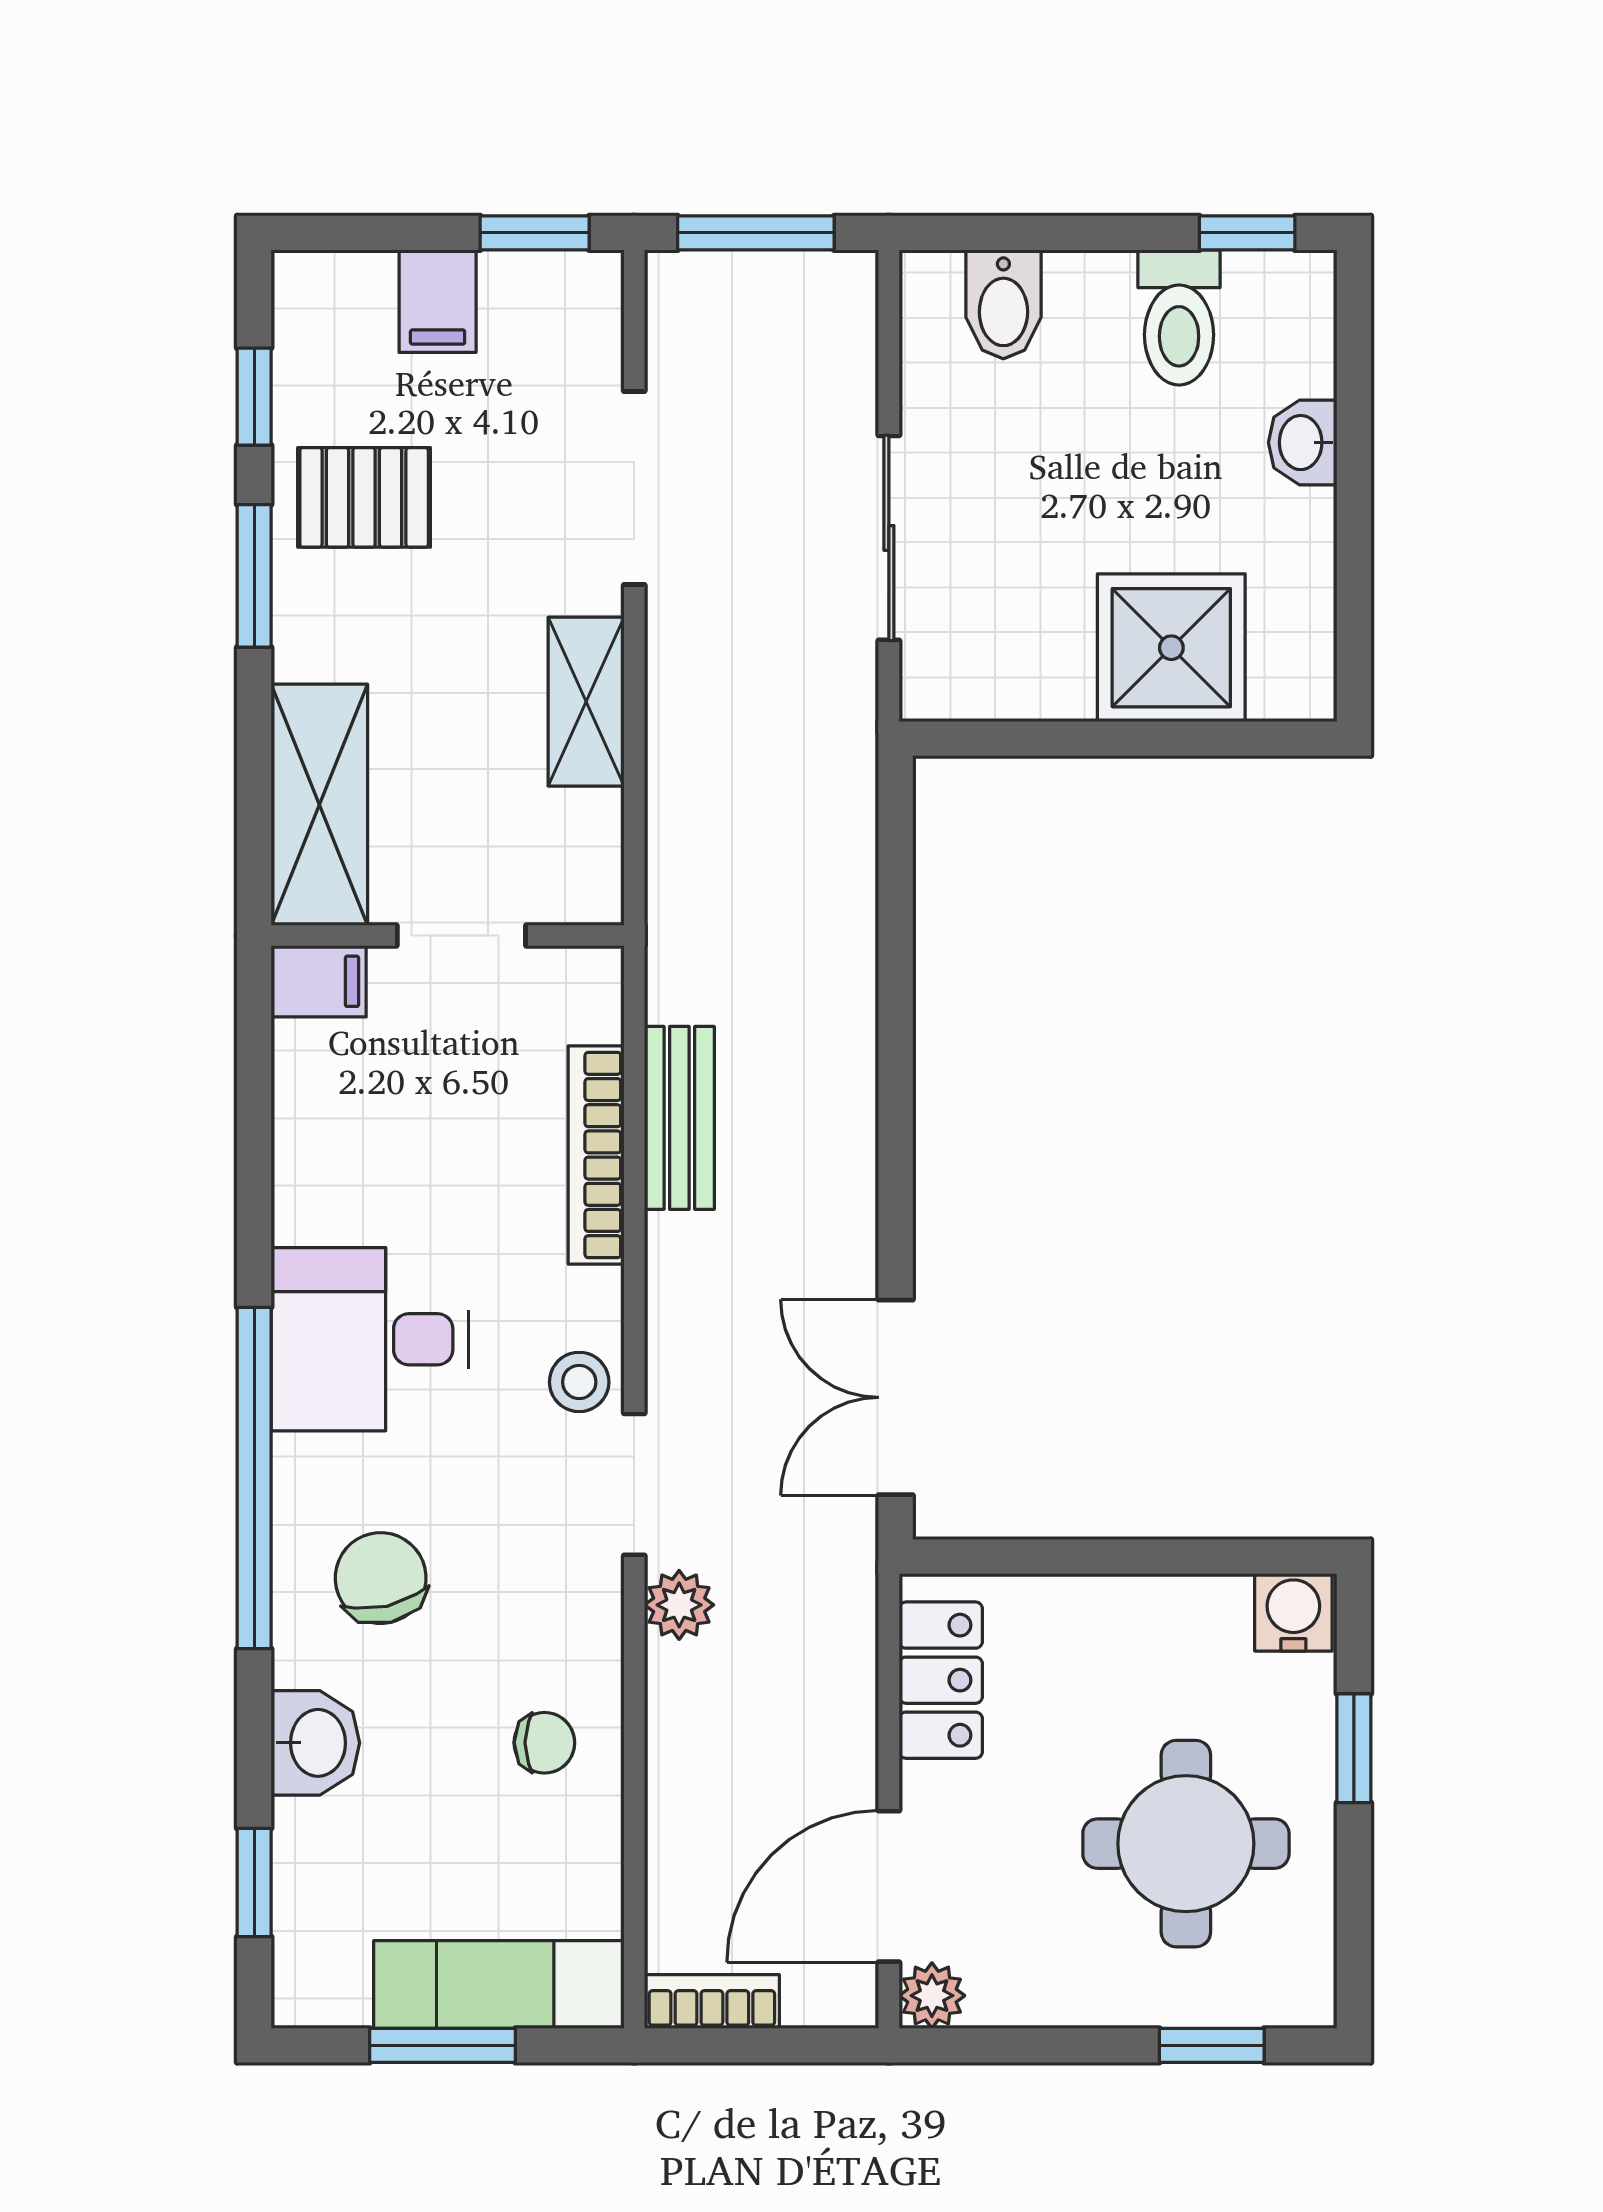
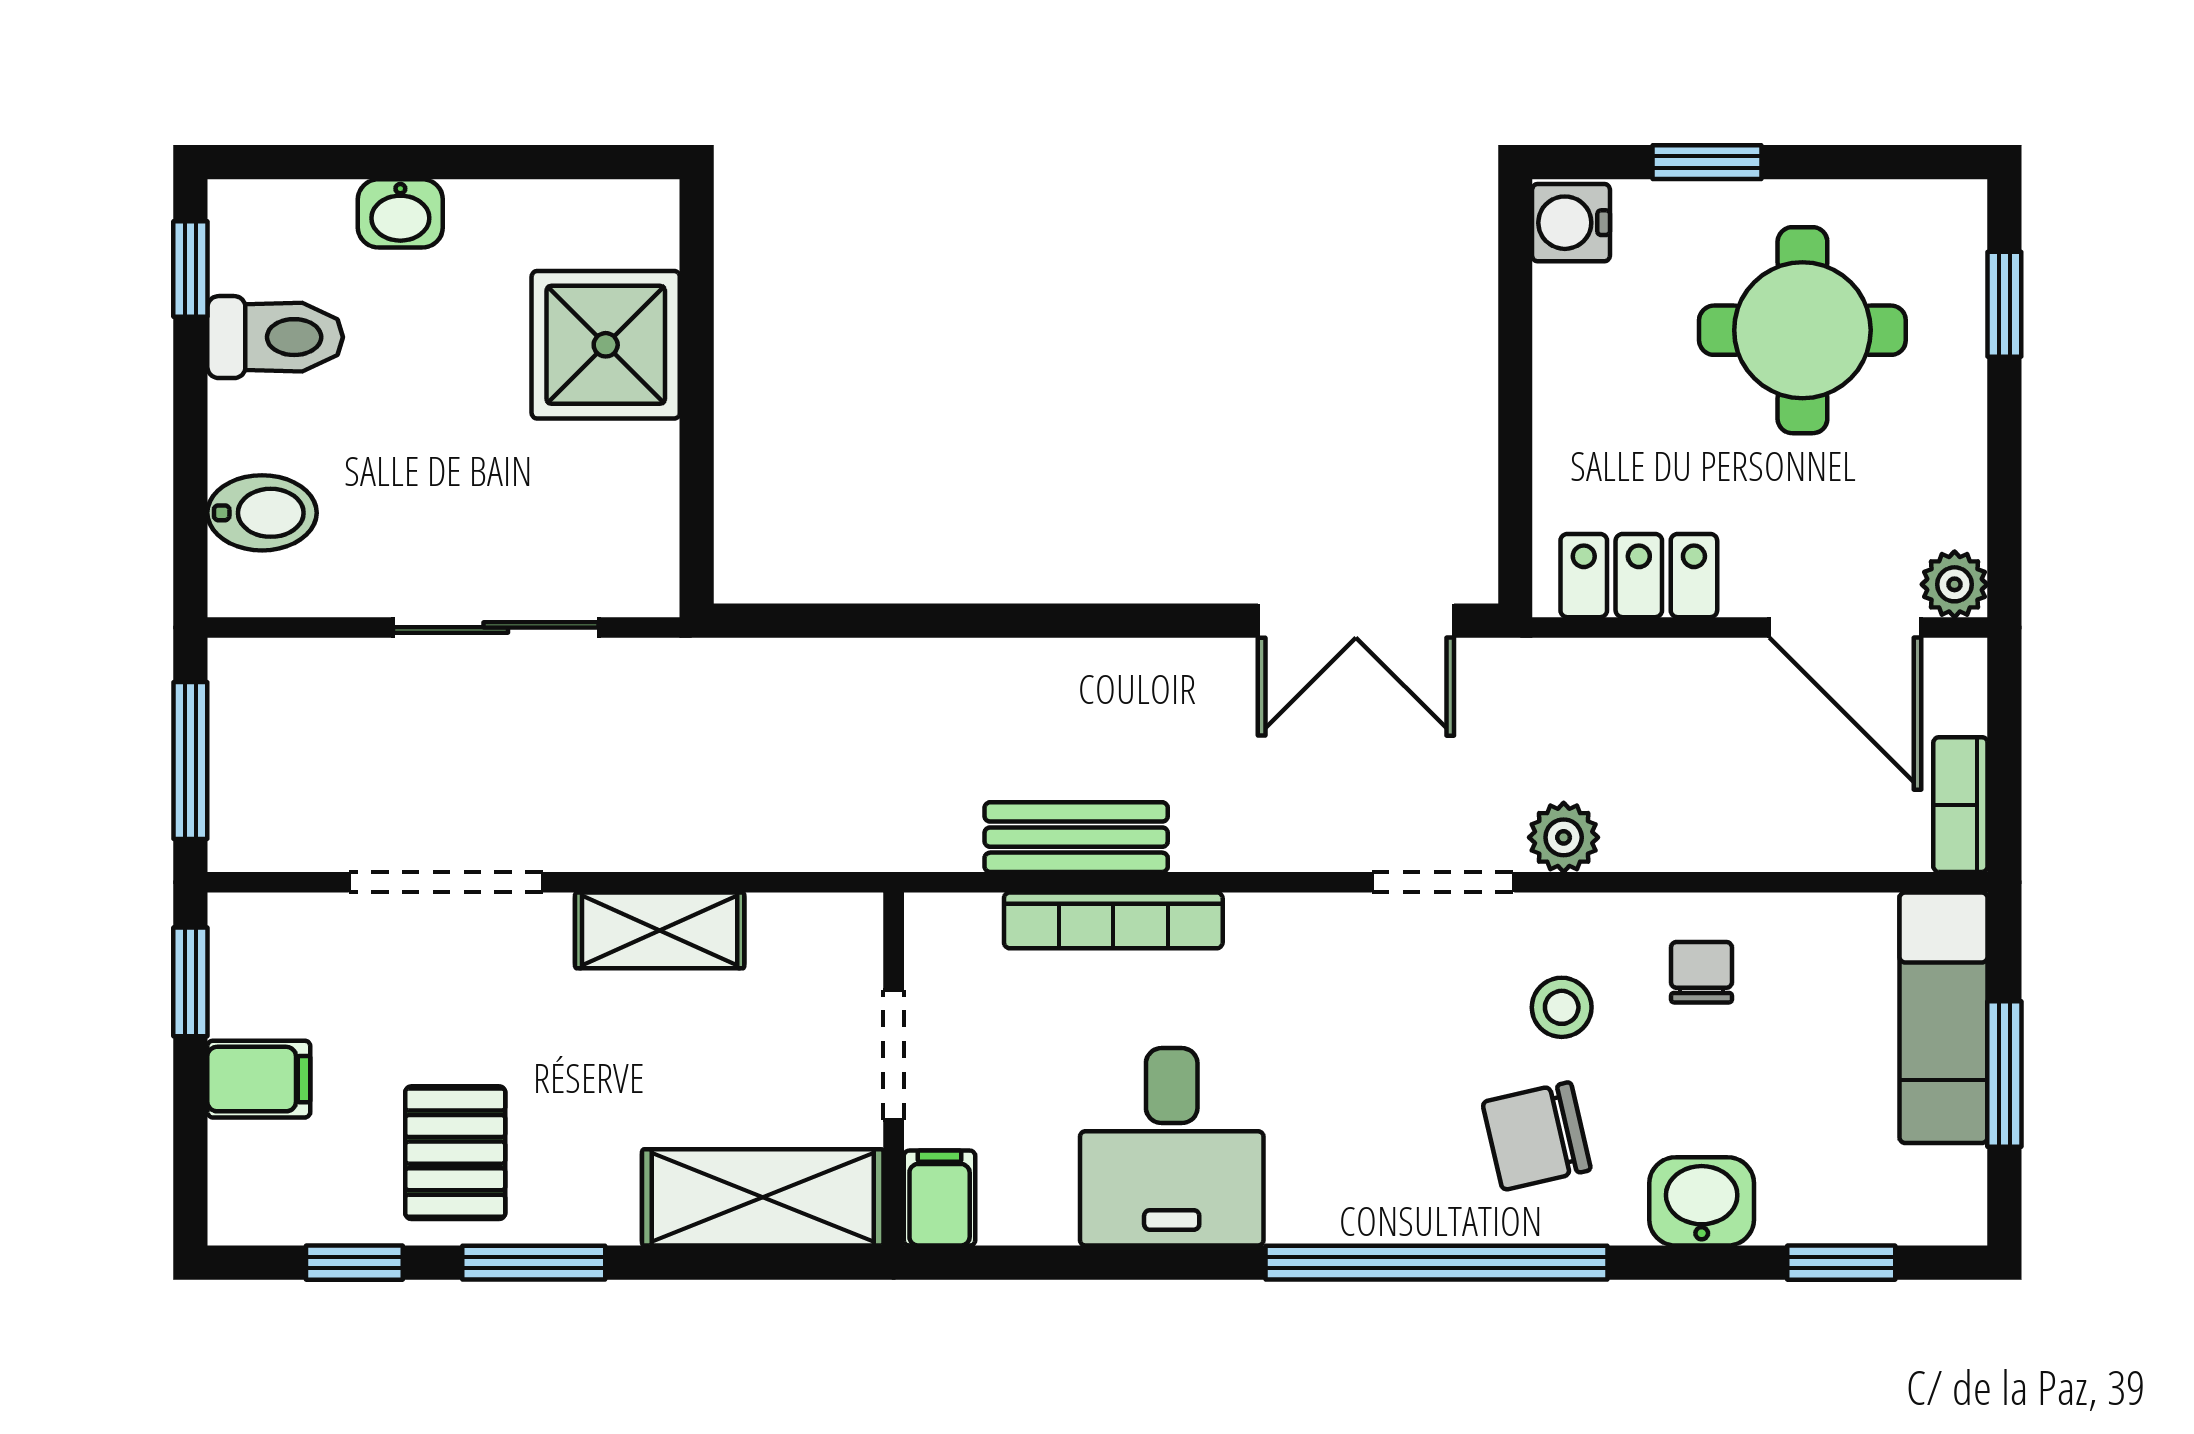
desk: (370, 1339) -> (1172, 1147), moved
stool: (579, 1382) -> (1562, 1007), moved

